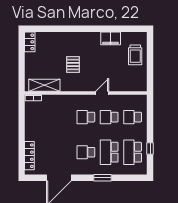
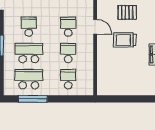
trolley: (135, 55) -> (125, 40), moved
door: (102, 93) -> (95, 27), moved
window: (150, 149) -> (33, 99), width x2.17

